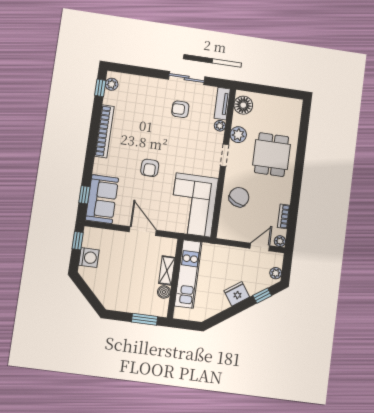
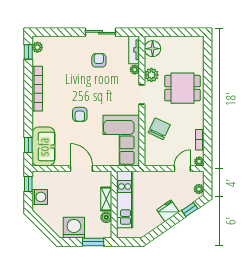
armchair: (180, 109) -> (99, 60), turned 90
dining table: (272, 155) -> (183, 88), turned 90
washing machine: (124, 299) -> (74, 228), added

